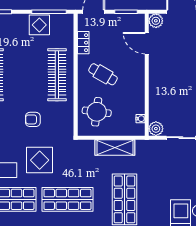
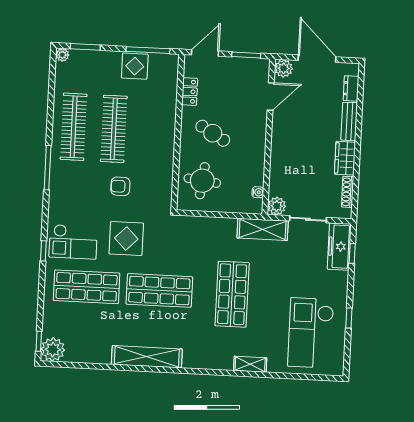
door: (147, 43) -> (271, 96), swing flipped
clothes rail: (57, 75) -> (114, 129), moved
shelving: (115, 147) -> (263, 229), moved

